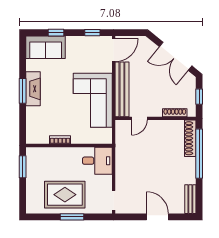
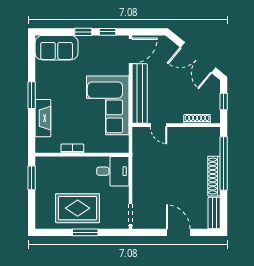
window: (56, 33) -> (83, 32), moved
fireplace: (33, 89) -> (43, 118), moved
door: (139, 118) -> (159, 125), hinge flipped
shoe rack: (190, 138) -> (214, 176), moved

